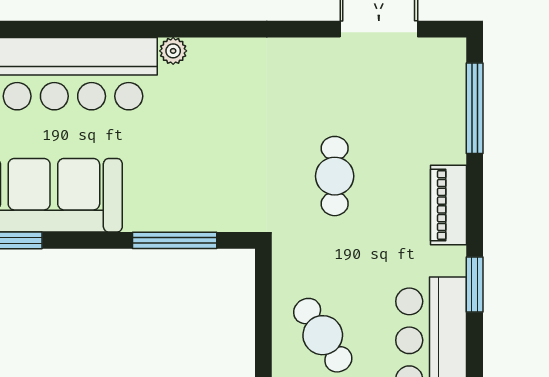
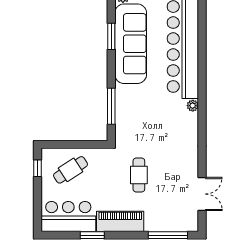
cafe table: (335, 176) -> (139, 175), turned 90
piano: (448, 205) -> (120, 221), width x1.37, depth x1.33

